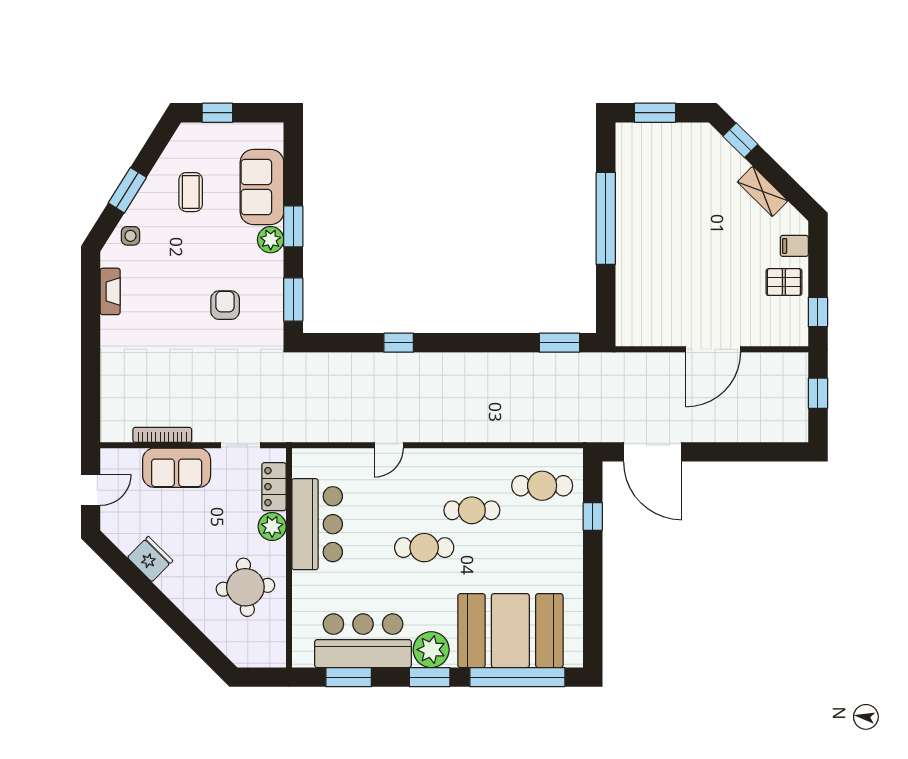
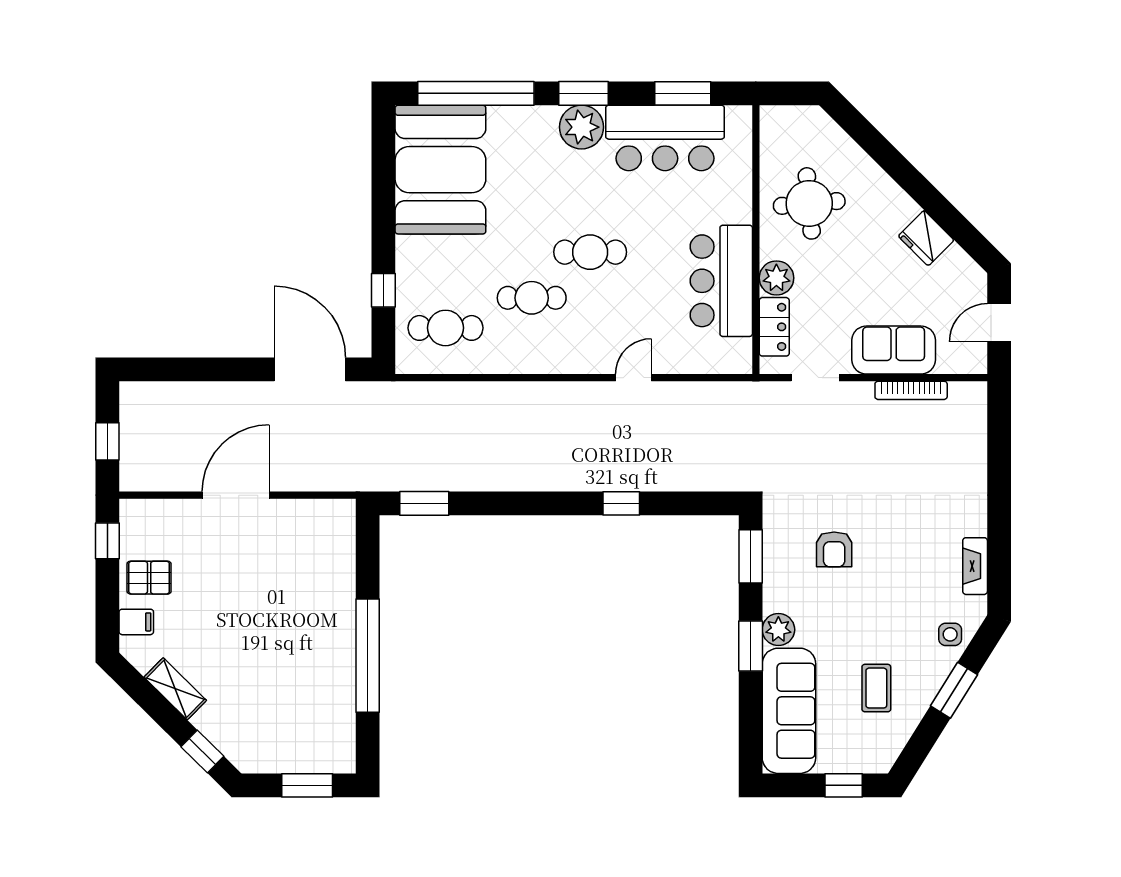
sofa: (262, 187) -> (789, 711), width x1.36
booth: (510, 631) -> (440, 170), moved, turned 90

